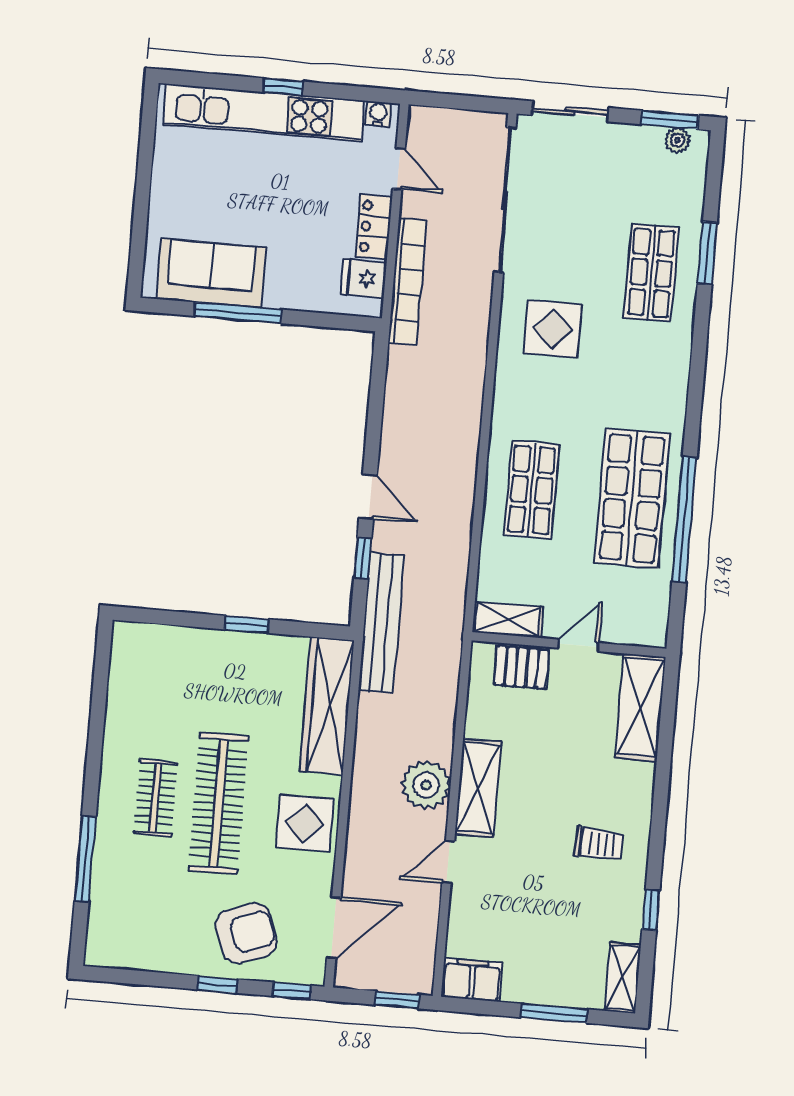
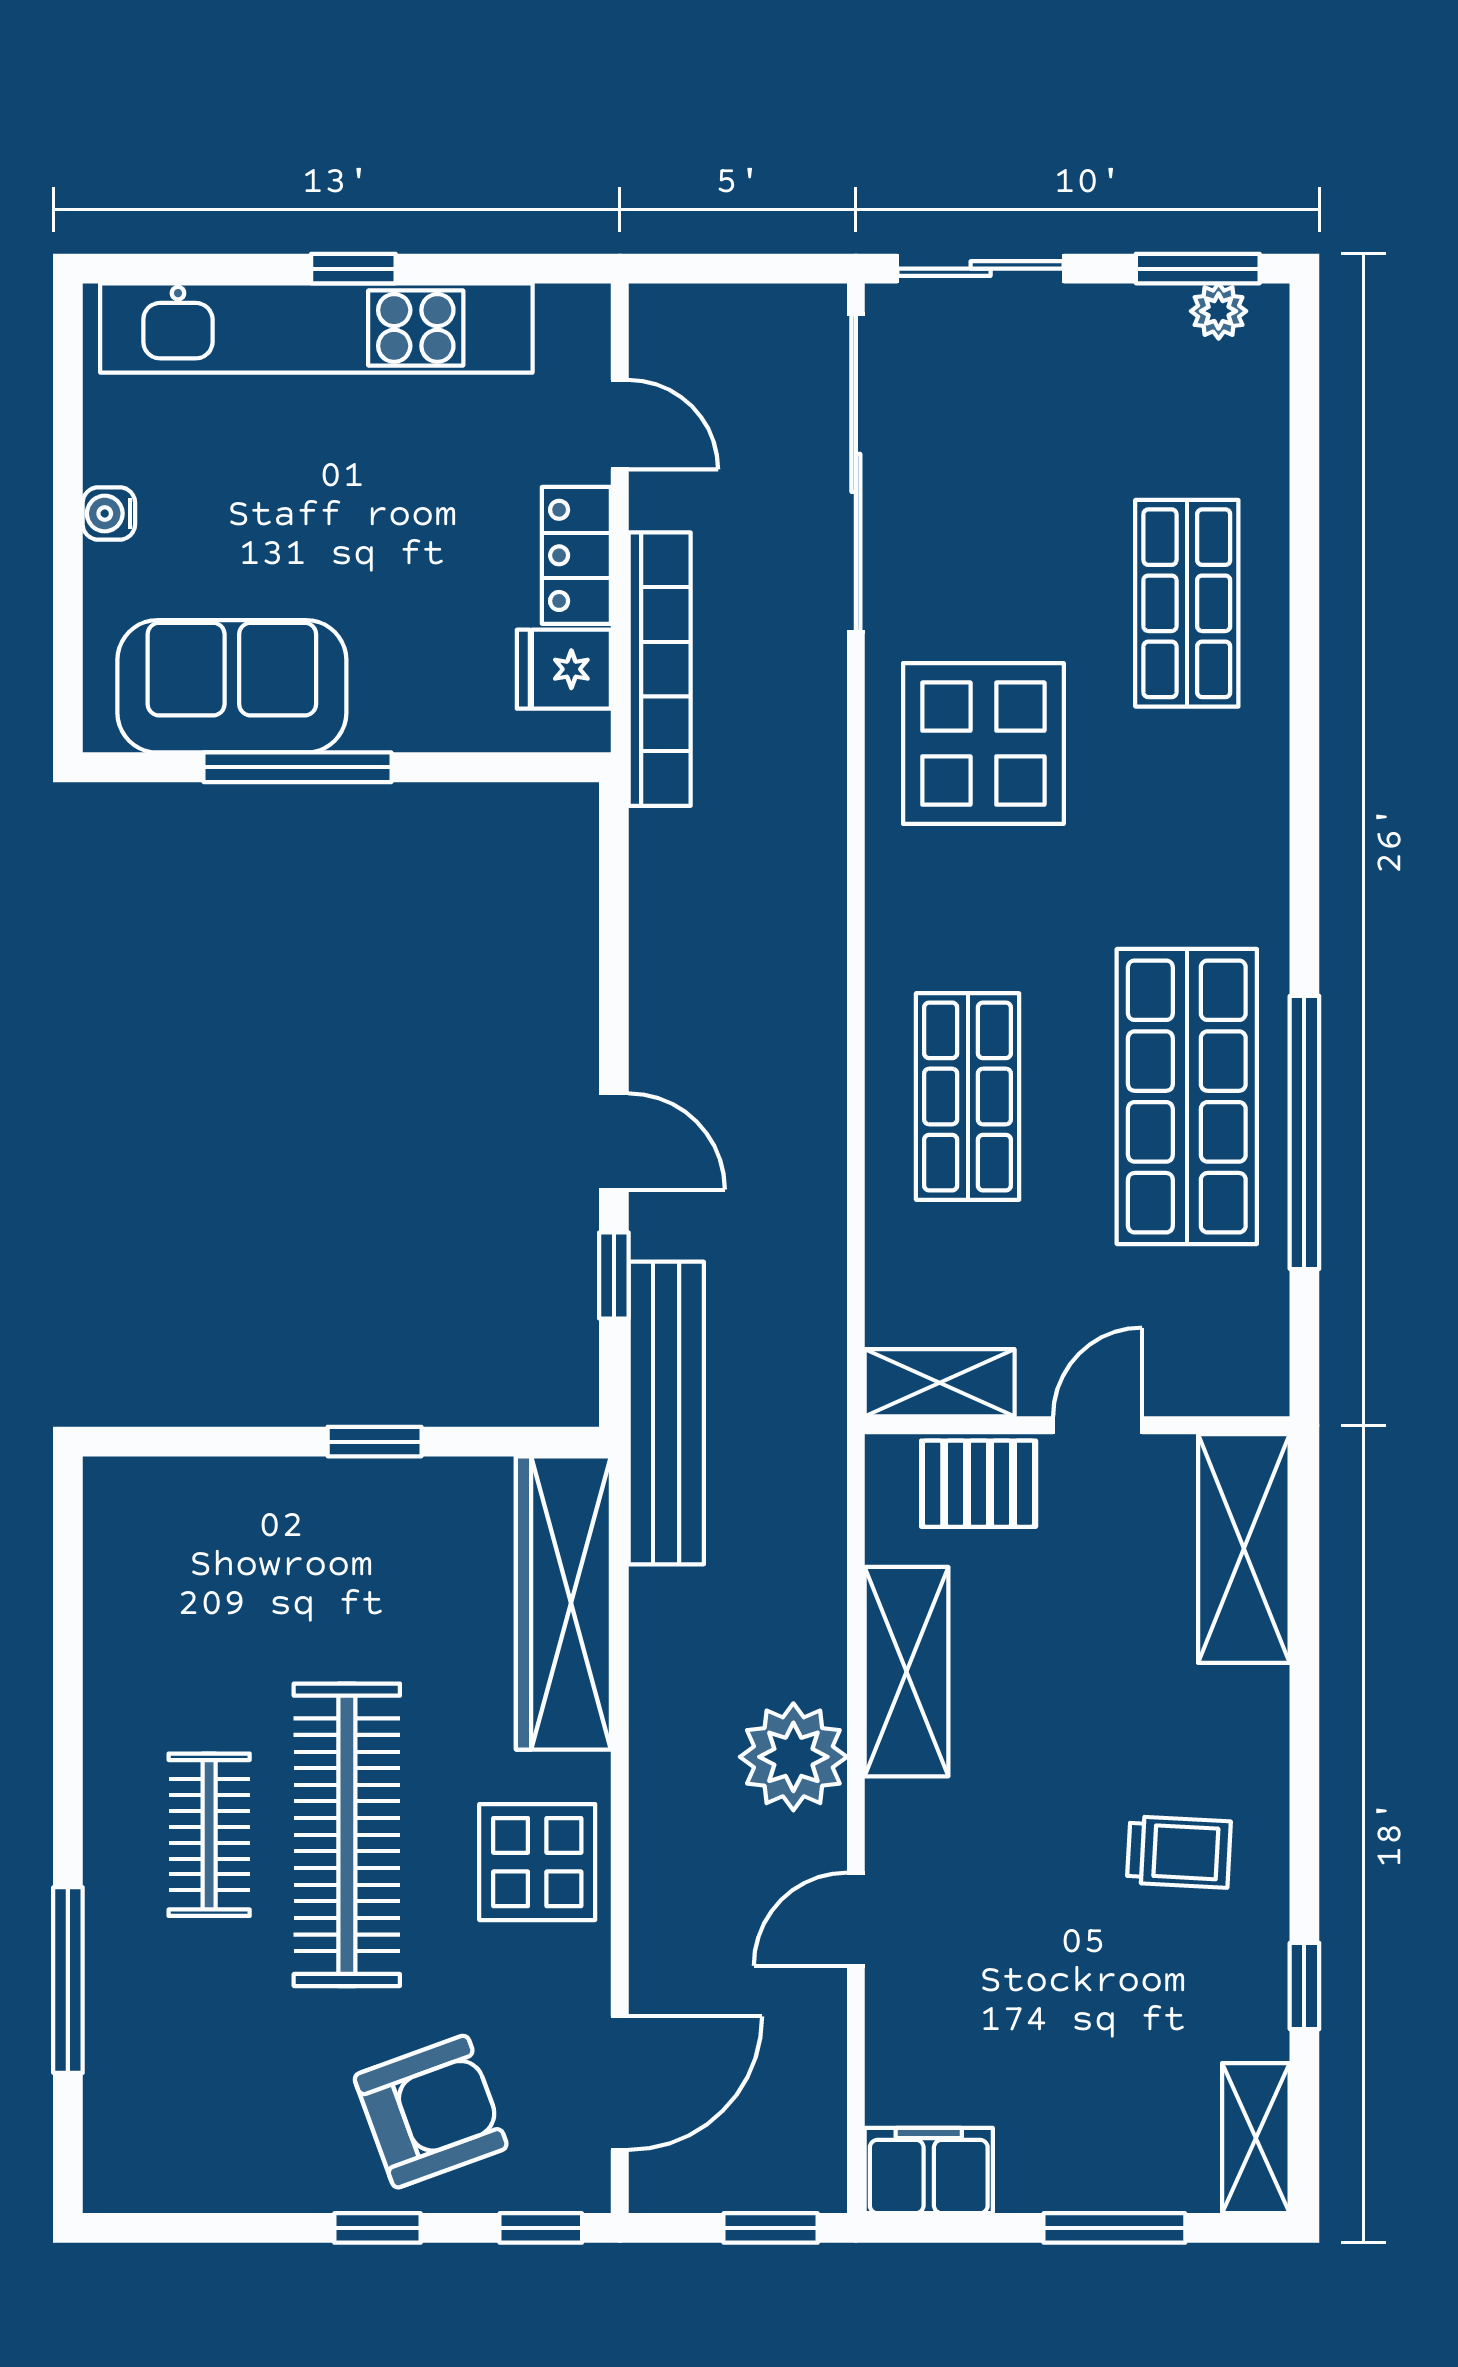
water cooler: (378, 114) -> (109, 513), moved, turned -90
window: (707, 253) -> (1304, 551), removed
display table: (553, 329) -> (983, 744), width x1.36, depth x1.36
shelving: (478, 788) -> (907, 1672), moved

